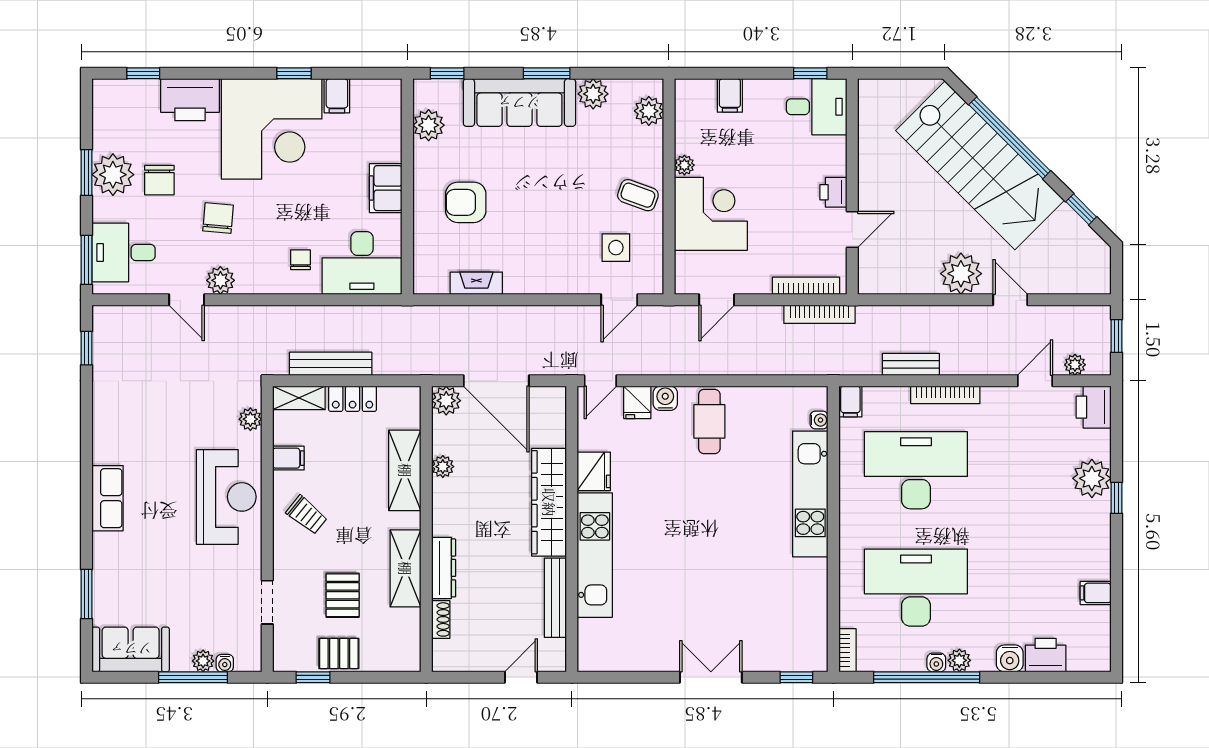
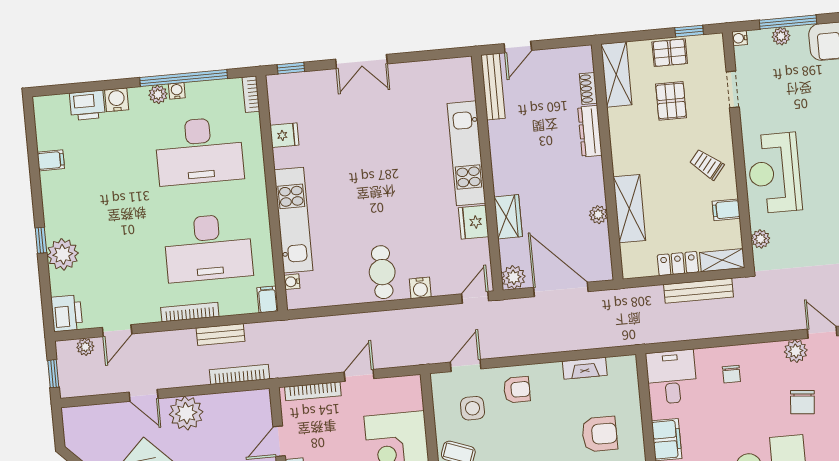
desk: (362, 263) -> (672, 377), width x0.73
armchair: (560, 265) -> (517, 390), added
door: (717, 300) -> (359, 375), moved
bookcase: (819, 314) -> (239, 374), moved
plant: (446, 401) -> (513, 277), moved
fridge: (637, 402) -> (284, 135), moved, turned 90
wardrobe: (549, 502) -> (508, 217), width x0.48, depth x0.85
shelving: (405, 568) -> (616, 74), moved
bench: (555, 598) -> (493, 87), moved
water cooler: (225, 663) -> (740, 38), moved, turned -90

